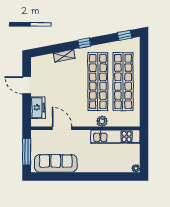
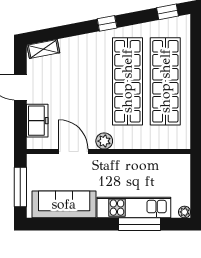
shelving: (64, 56) -> (43, 49), moved
plant: (102, 121) -> (104, 141), moved
kitchen unit: (115, 137) -> (134, 208), moved, turned 180
window: (106, 176) -> (140, 224), added

